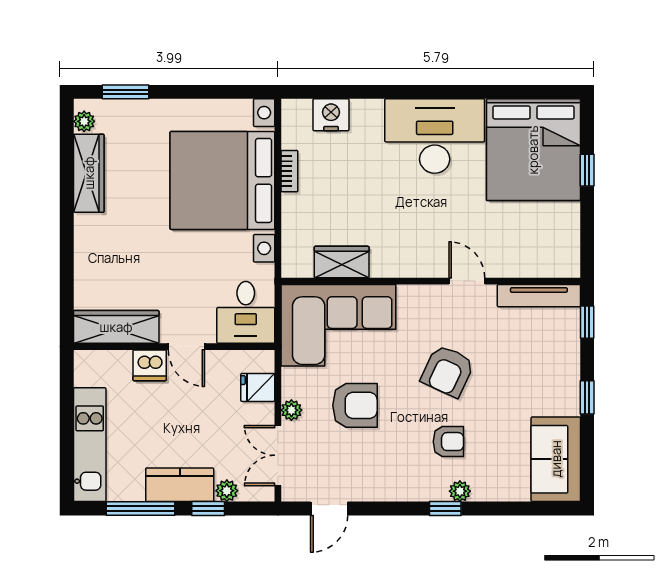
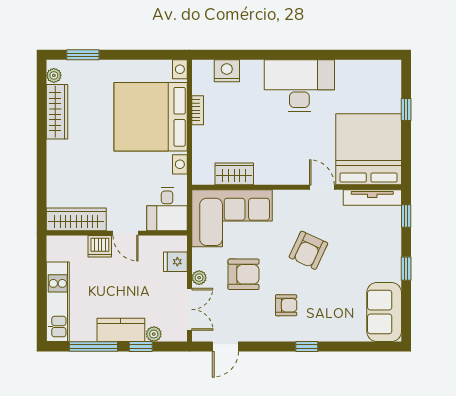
bed: (533, 150) -> (369, 149), moved, turned 180
armchair: (448, 442) -> (286, 305), moved
double door: (278, 455) -> (190, 309), swing flipped
plant: (460, 491) -> (317, 334), removed

